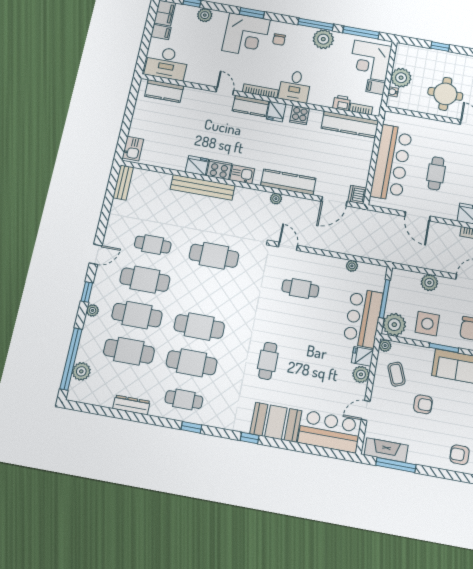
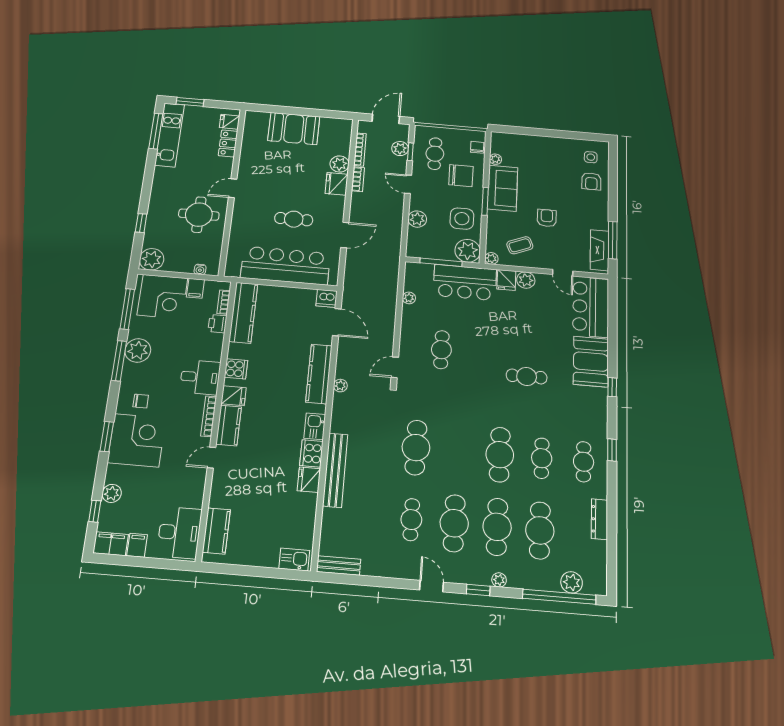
plant: (401, 78) -> (152, 259), moved
cafe table: (192, 363) -> (542, 458), width x0.73, depth x0.74

